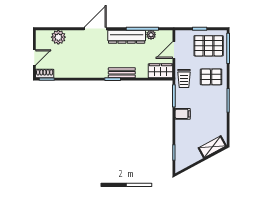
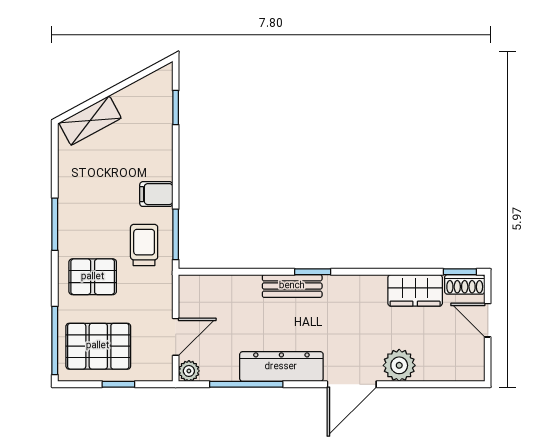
plant: (151, 35) -> (189, 371), moved
plant: (58, 37) -> (399, 365), moved
door: (34, 57) -> (488, 320), hinge flipped
wardrobe: (161, 71) -> (415, 290), moved
trolley: (184, 79) -> (144, 245), moved

